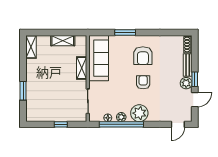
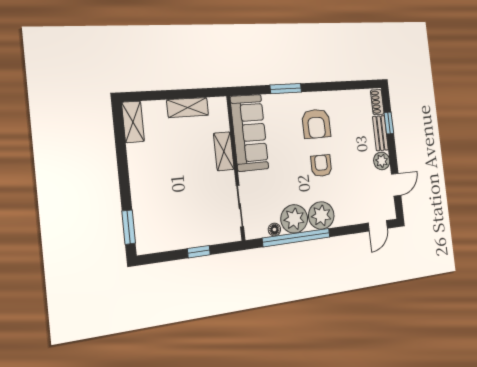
window: (195, 79) -> (389, 123), moved
window: (23, 91) -> (129, 227), moved
plant: (121, 117) -> (294, 219), width x1.88, depth x1.88

